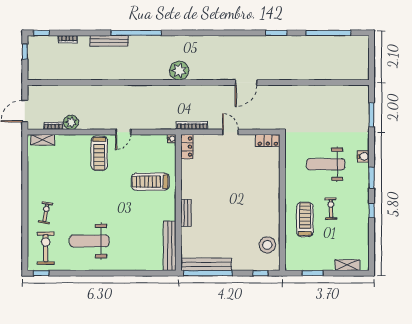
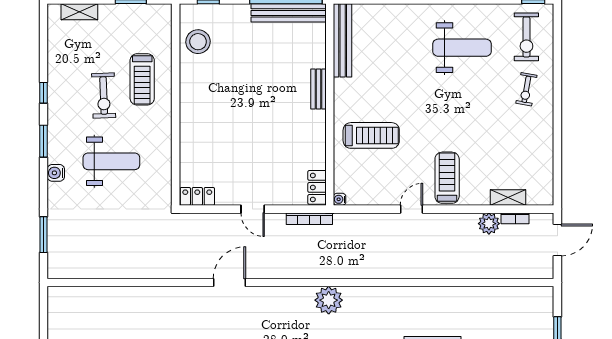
shelving: (43, 140) -> (508, 197), moved
exercise bike: (331, 209) -> (104, 96), width x1.38, depth x1.39

